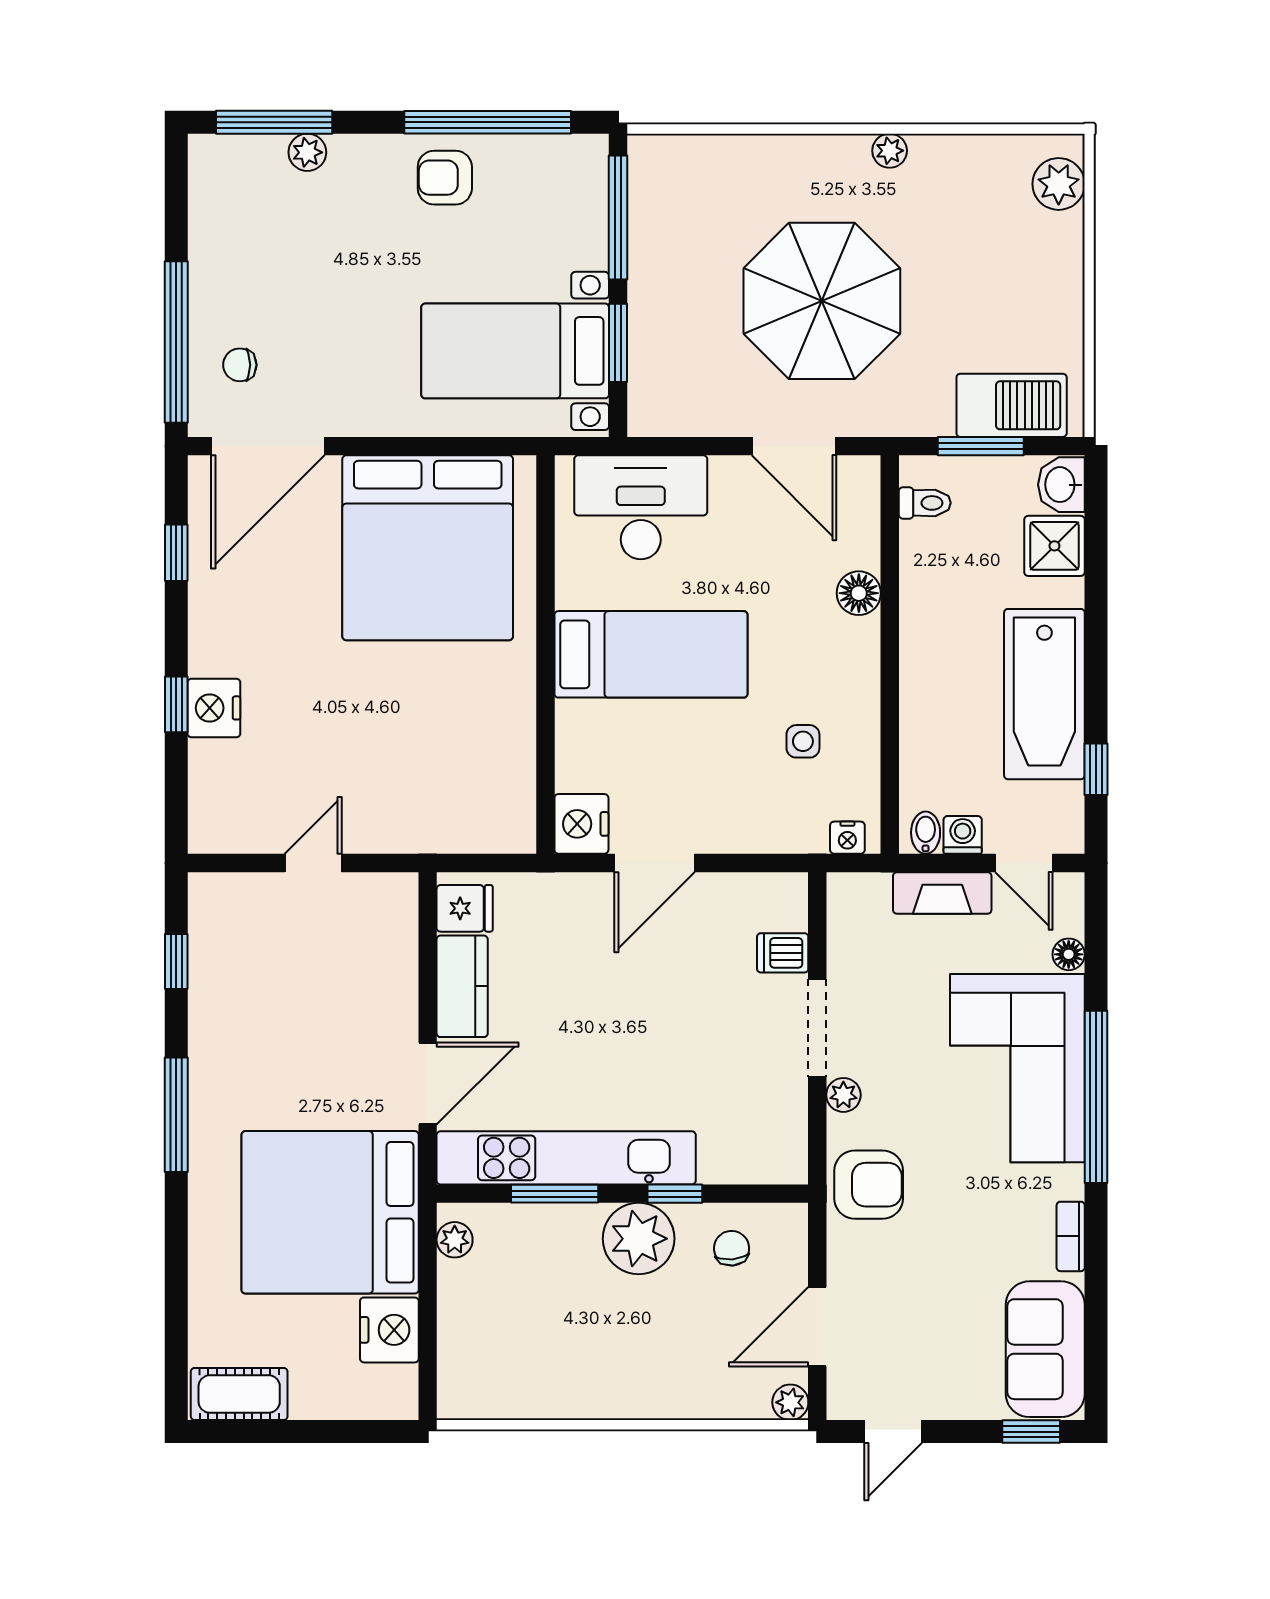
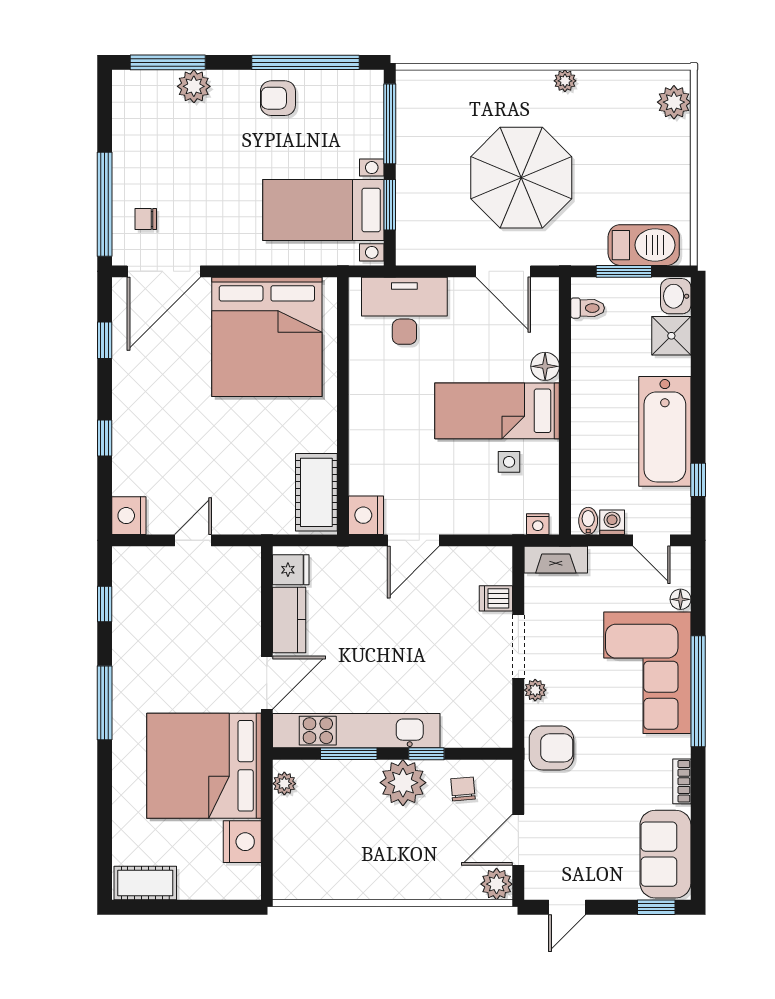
plant: (307, 152) -> (194, 86), width x1.38, depth x1.38
bed: (651, 654) -> (497, 411), moved, turned 180
nightstand: (214, 708) -> (129, 516), moved
cot: (504, 788) -> (316, 492), added
fireplace: (942, 893) -> (556, 560), moved
plant: (790, 1402) -> (497, 884), width x1.38, depth x1.38

